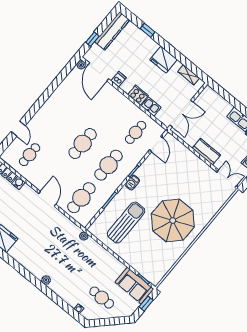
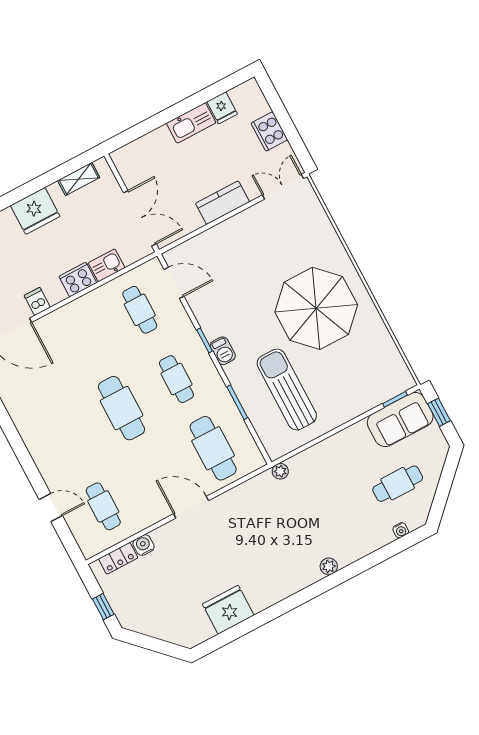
cafe table: (109, 165) -> (176, 379), width x0.73, depth x0.74

